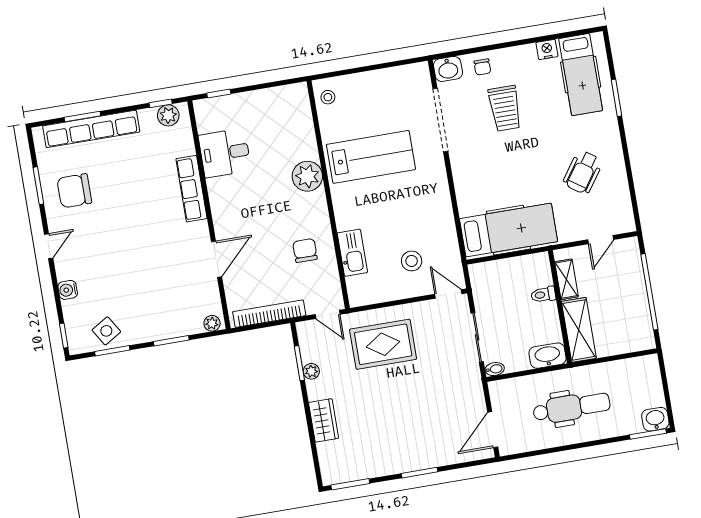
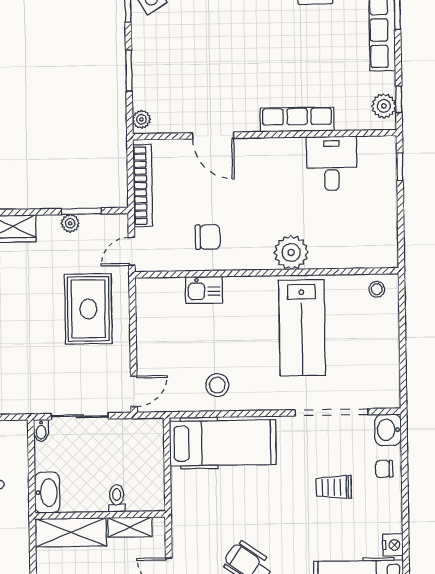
trolley: (505, 108) -> (334, 487), width x0.73, depth x0.72
hospital bed: (509, 230) -> (223, 443), moved, turned -90
kitchen sink: (352, 253) -> (204, 290), width x0.73
stool: (412, 261) -> (217, 385), moved

